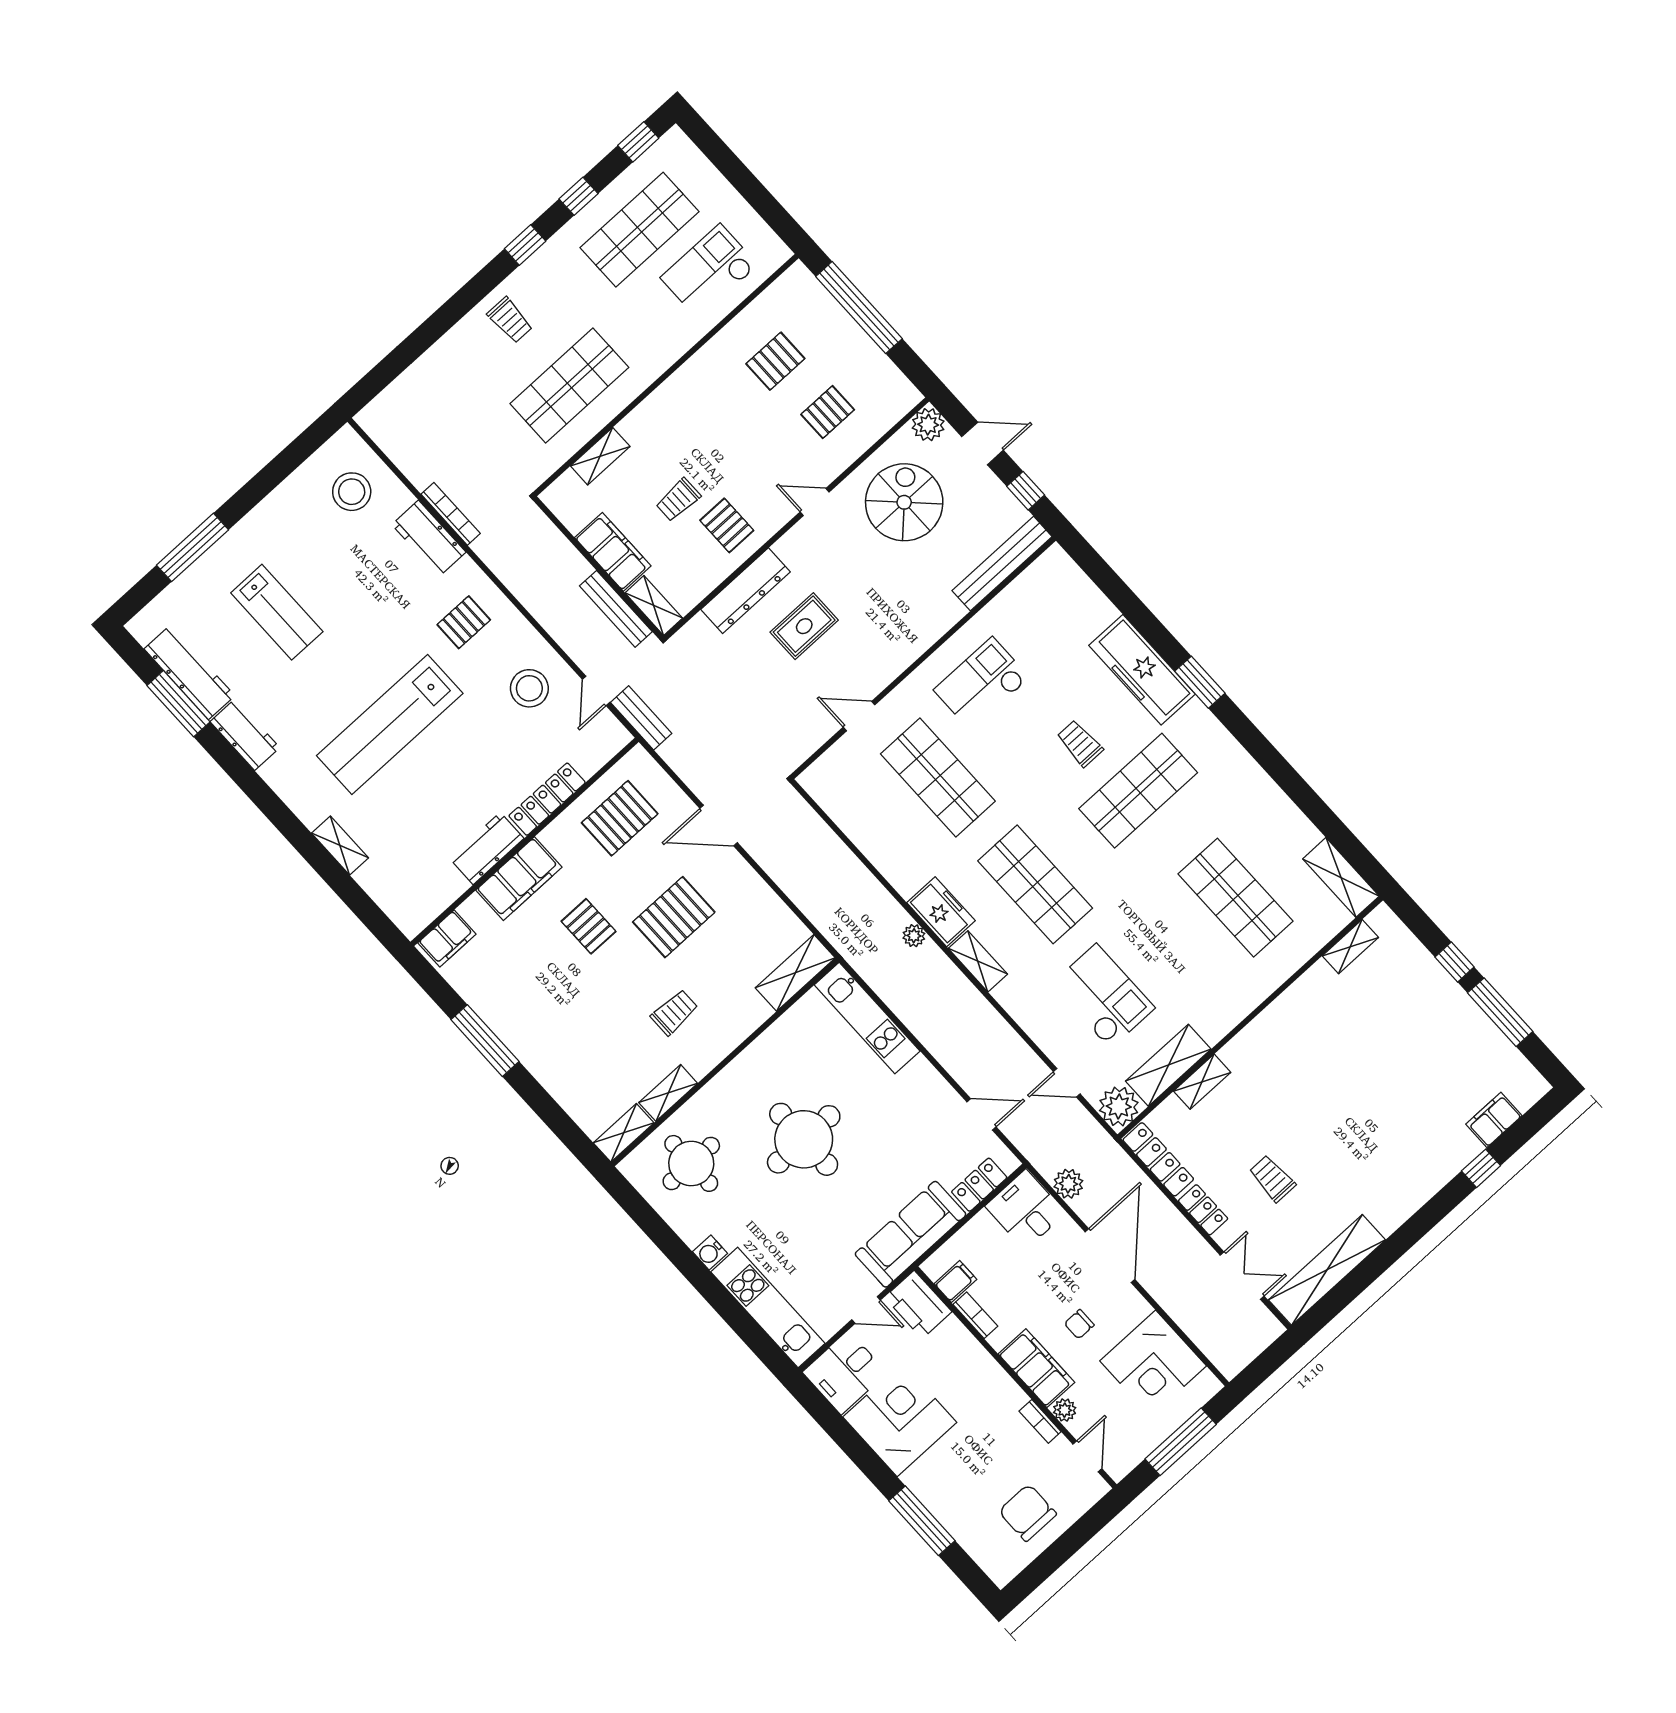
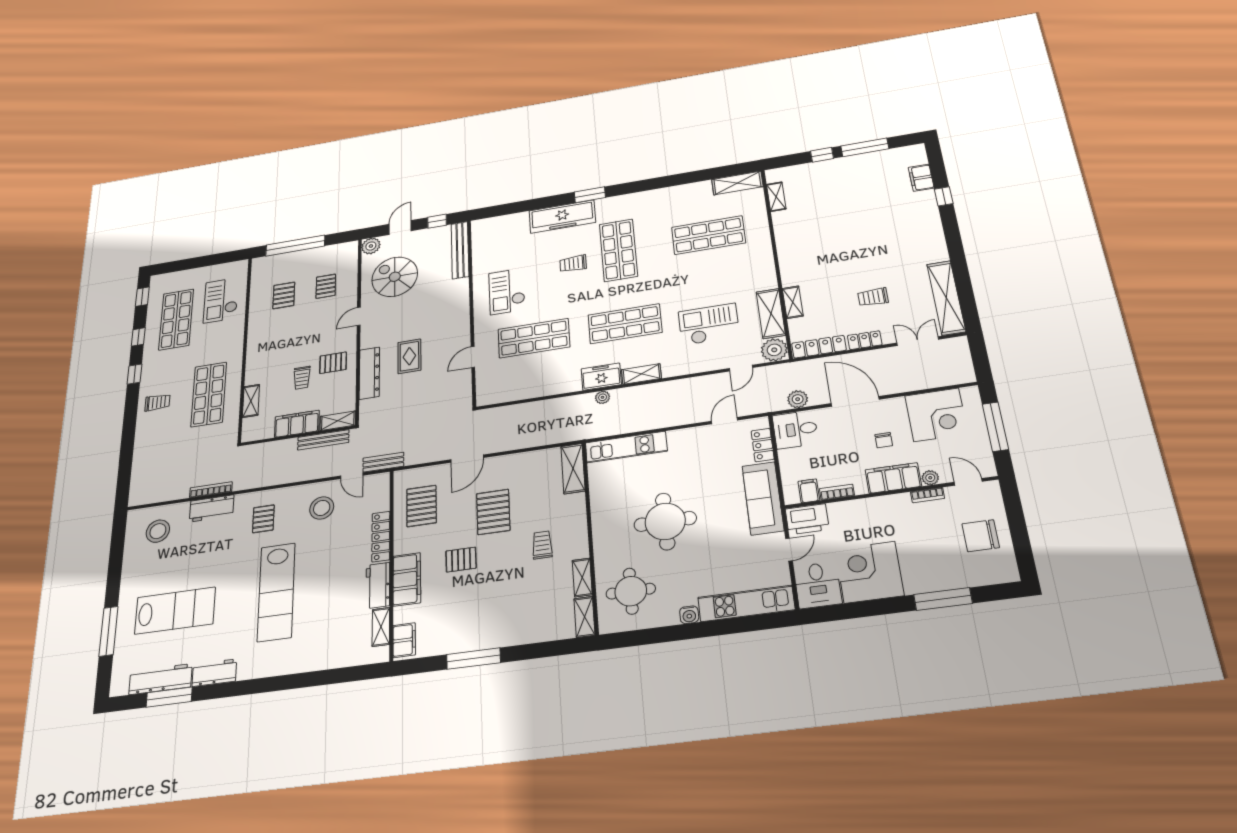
lab bench: (277, 612) -> (175, 611), width x1.36, depth x1.39
shelving: (340, 846) -> (381, 627), moved, turned 90

